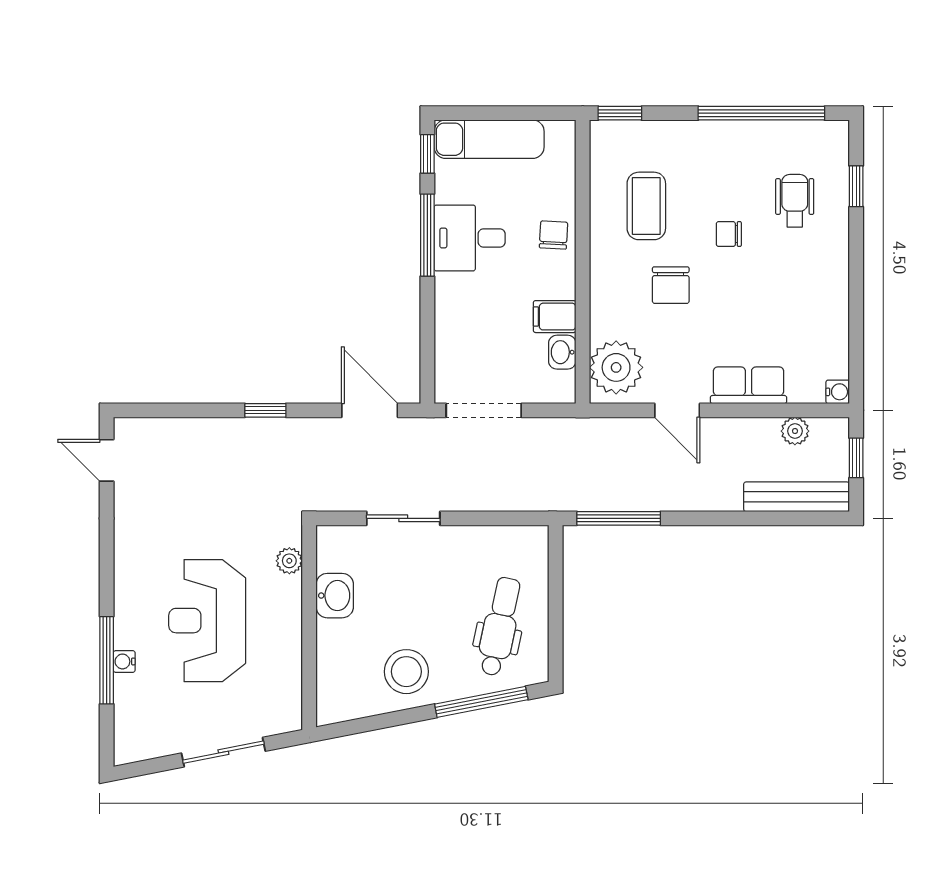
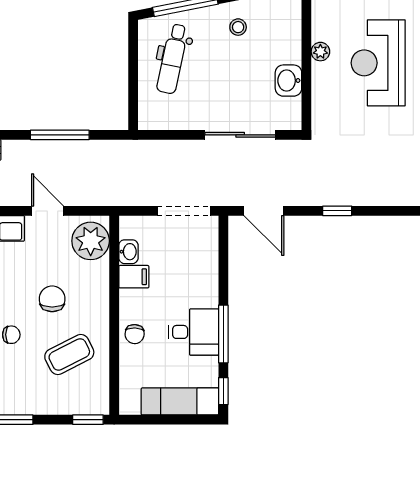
coffee table: (646, 206) -> (69, 354), turned 63
sliding door: (403, 518) -> (240, 135), width x1.37
window: (619, 518) -> (60, 135), moved
plant: (289, 561) -> (320, 52), moved
reception desk: (207, 621) -> (378, 63), turned 180
stool: (406, 672) -> (238, 27), width x0.53, depth x0.53

